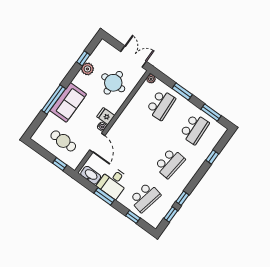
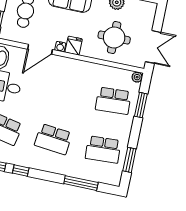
window: (182, 92) -> (141, 105), moved
window: (212, 157) -> (81, 183), width x2.17

